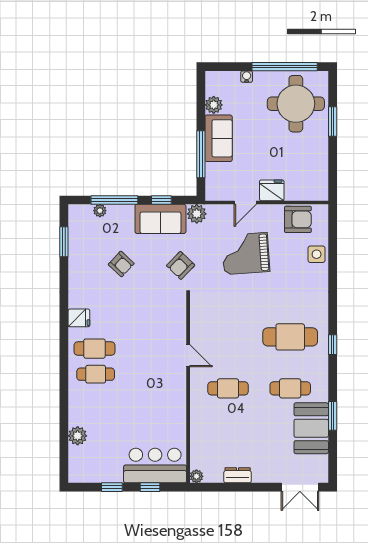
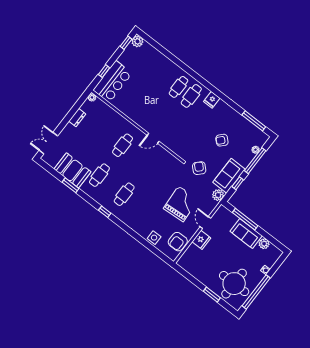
window: (64, 242) -> (254, 121), width x1.44
cafe table: (290, 337) -> (124, 194), width x0.73, depth x0.74
plant: (78, 436) -> (137, 41), moved
window: (112, 487) -> (126, 43), moved

